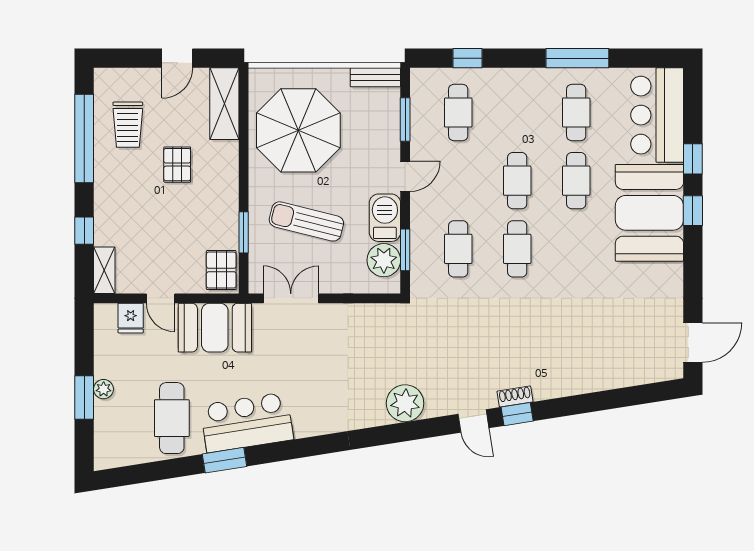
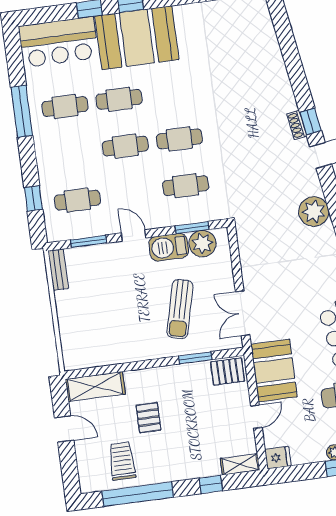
trolley: (128, 125) -> (122, 461), turned -90
parasol: (298, 130) -> (109, 325), removed
pallet: (177, 165) -> (149, 418), turned 90
fridge: (131, 318) -> (278, 458), moved

